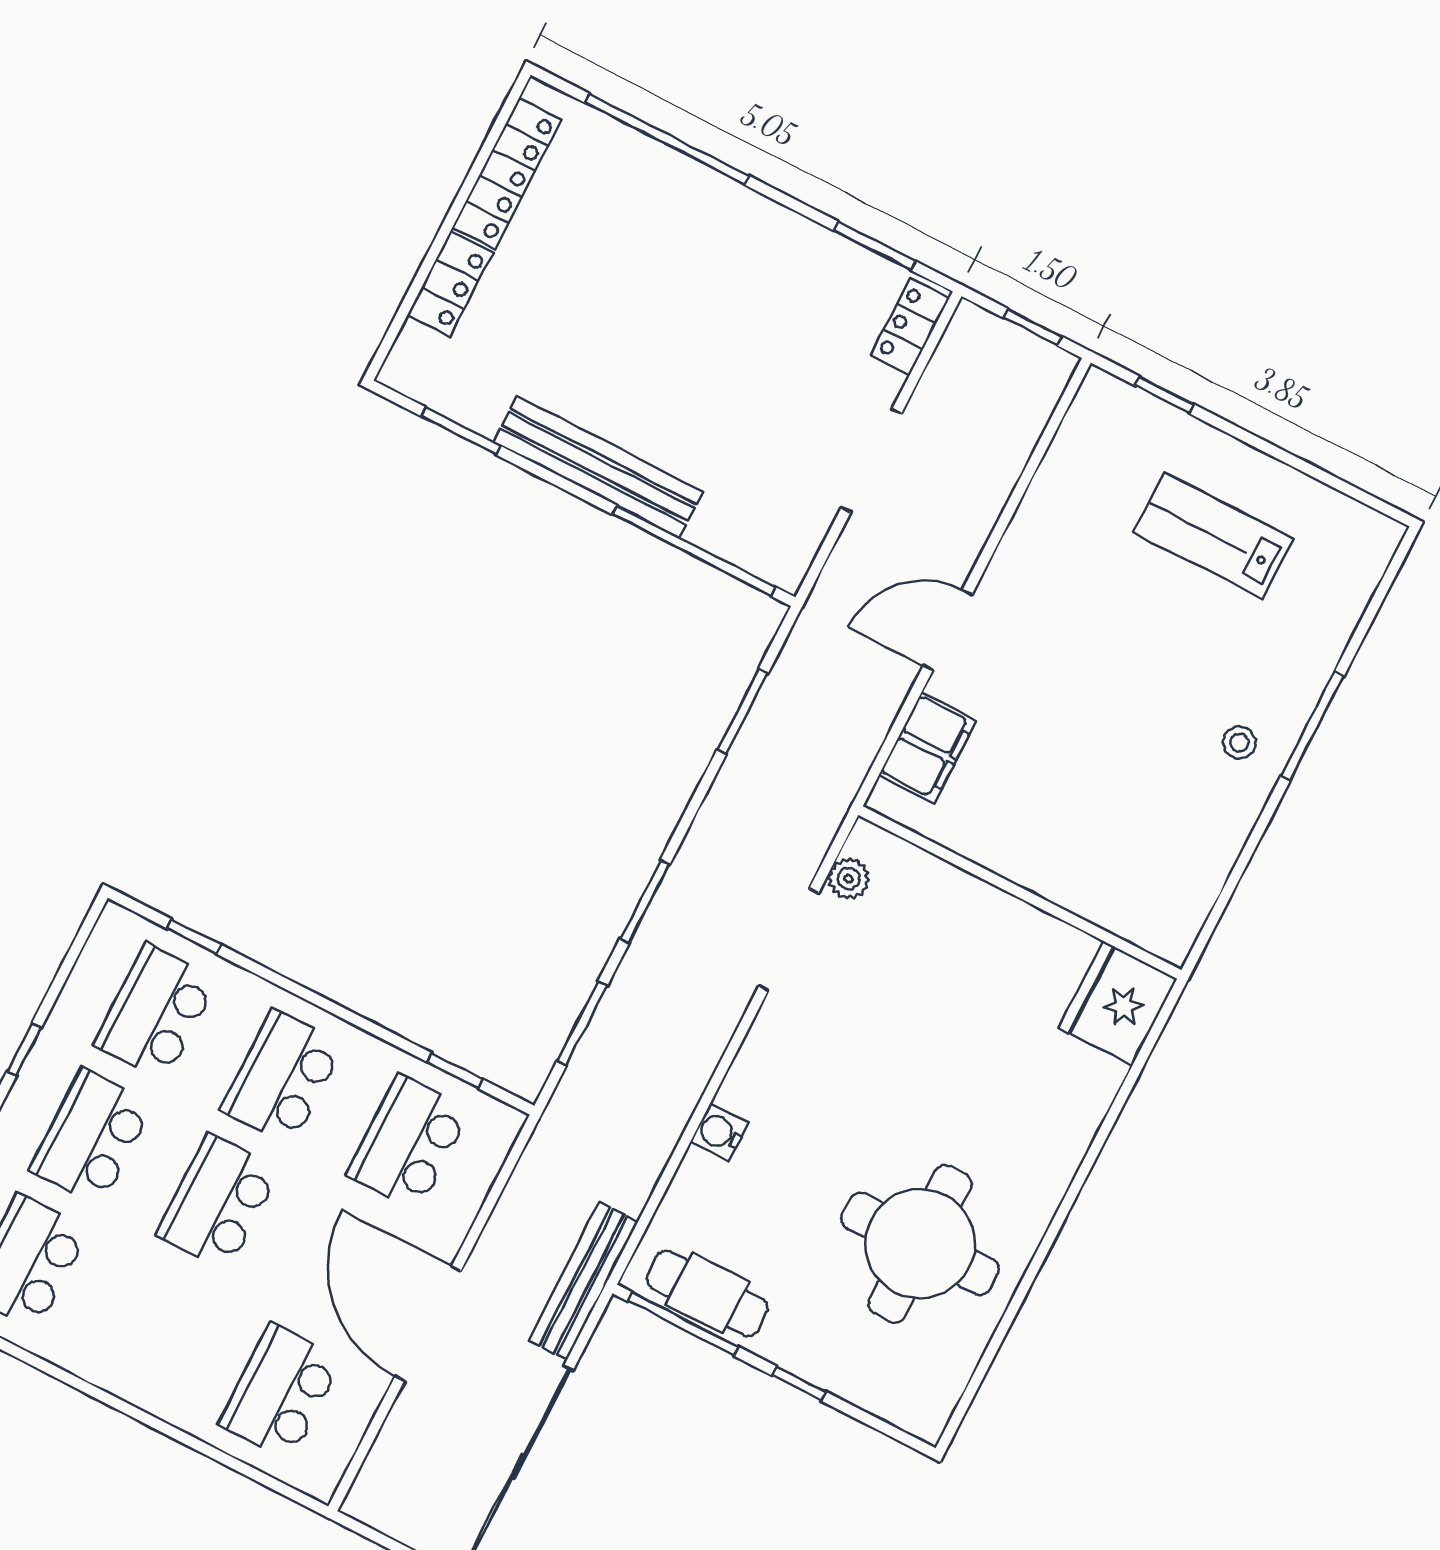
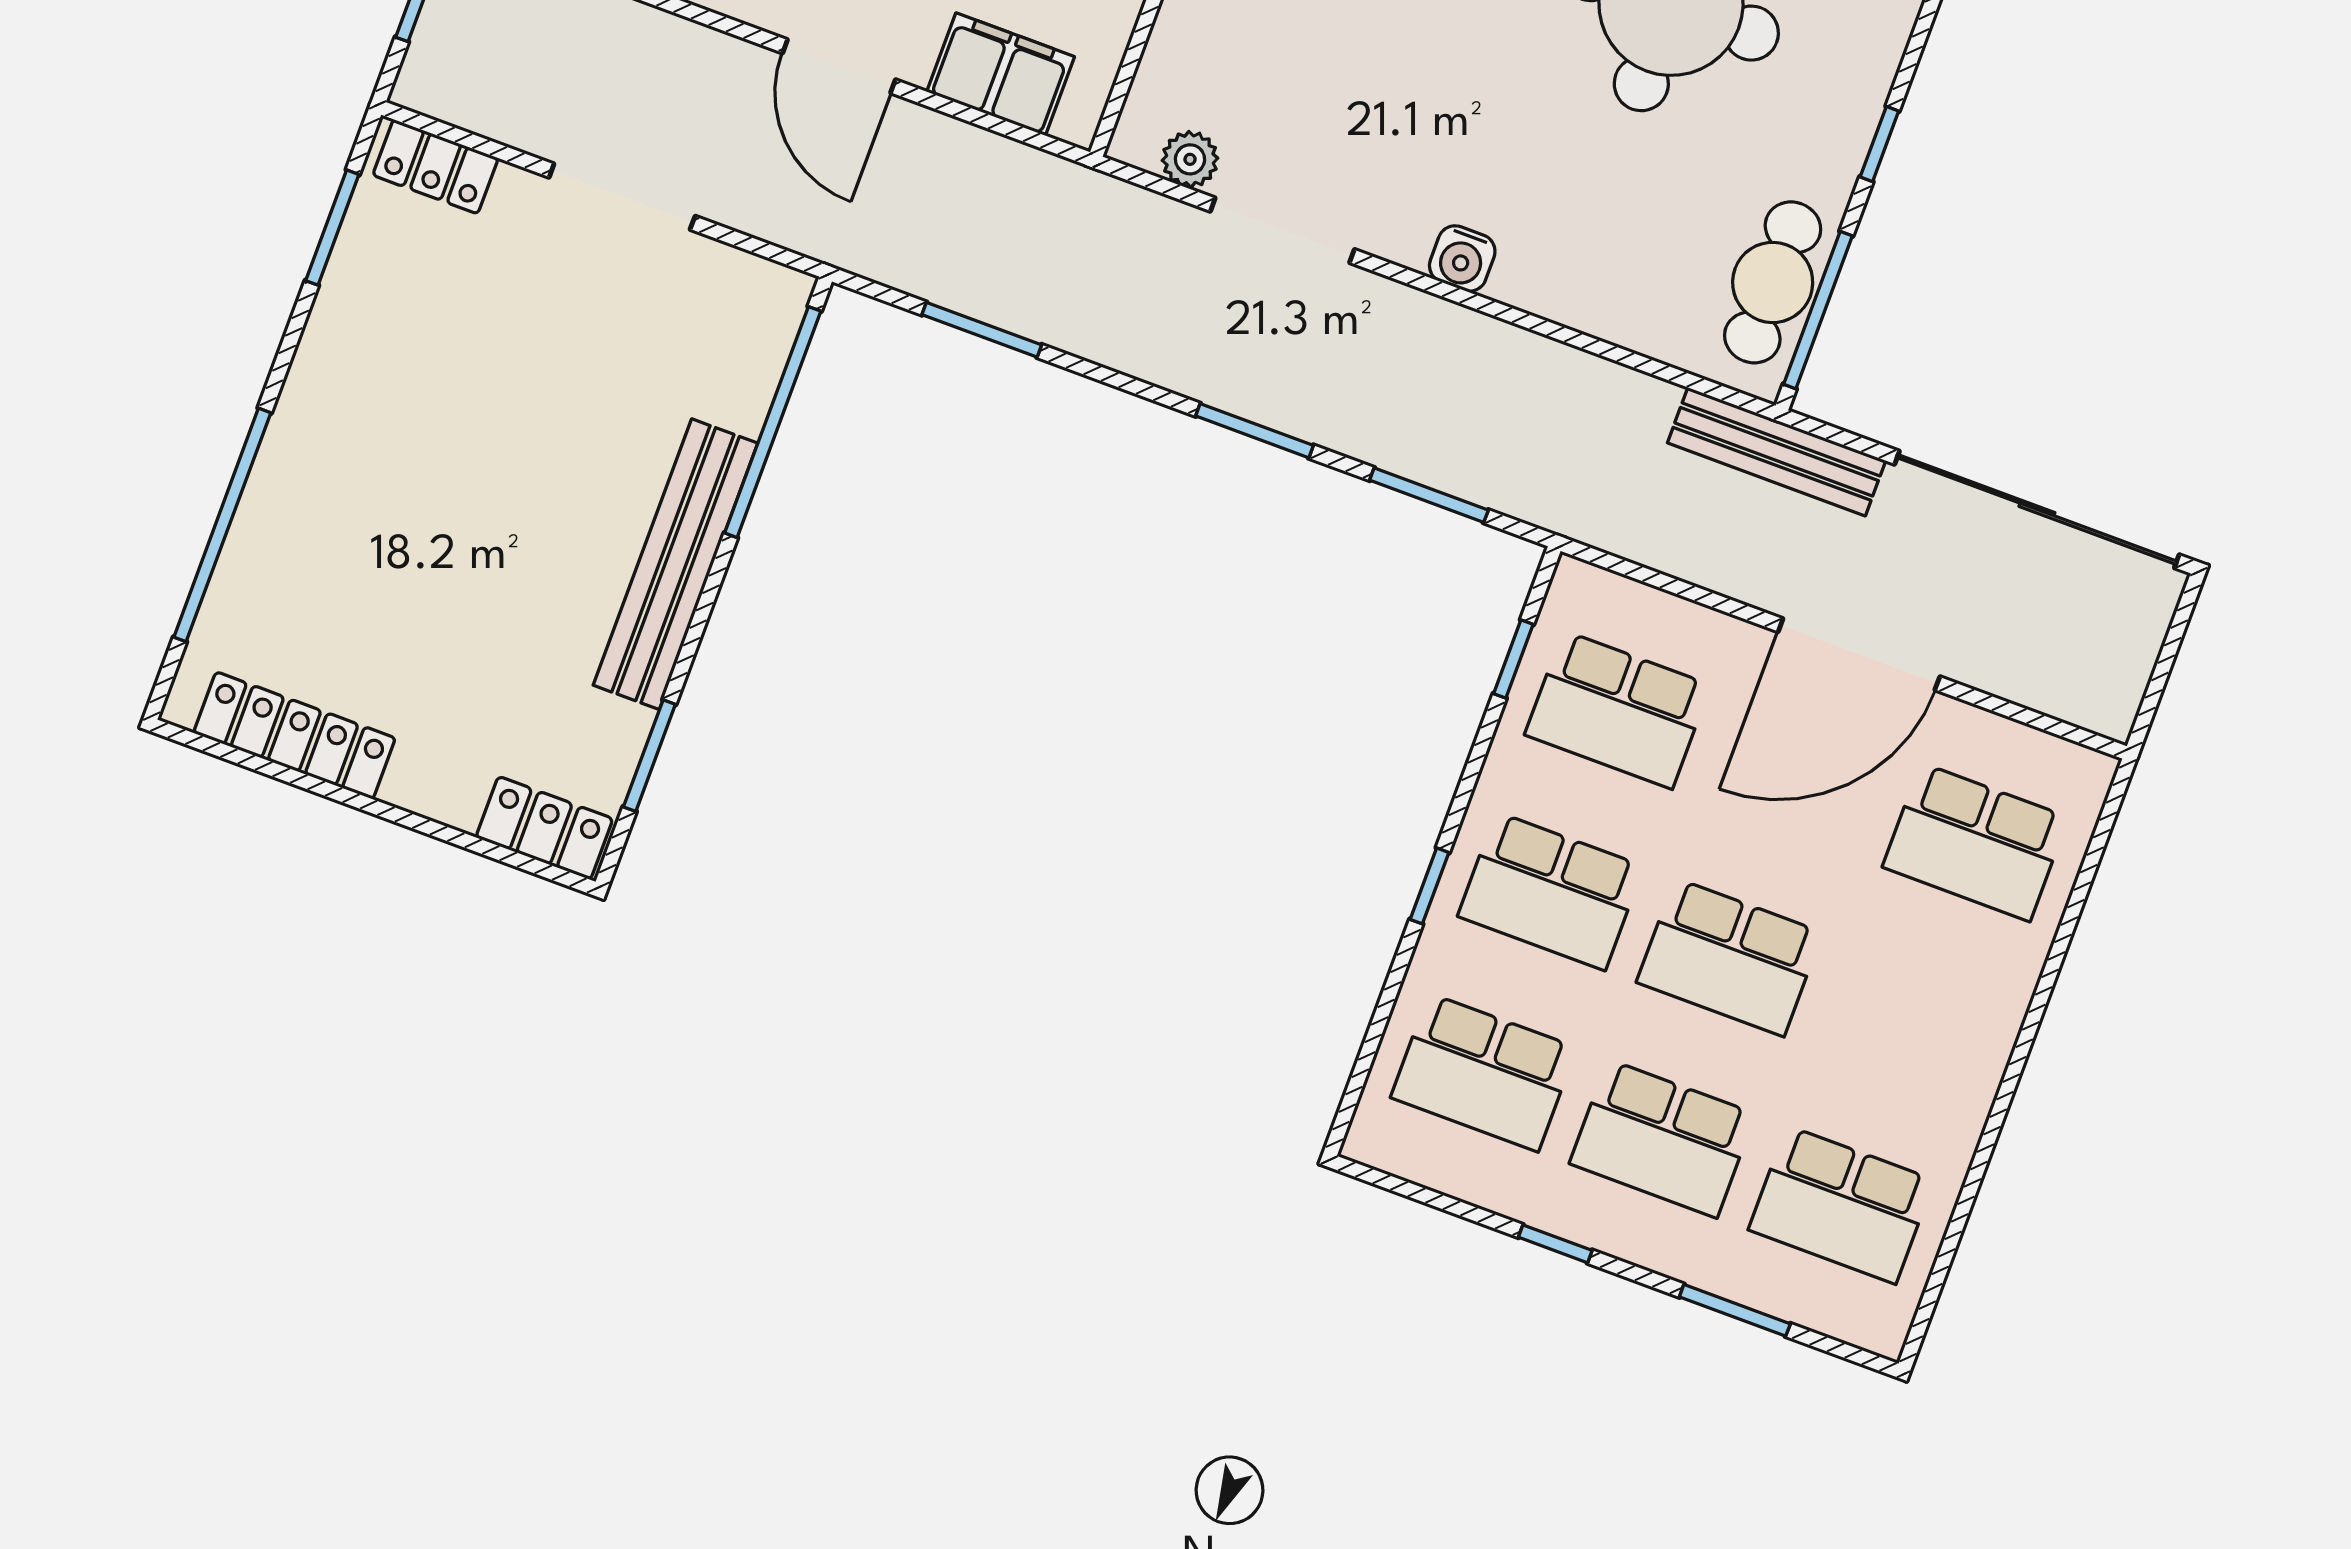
locker: (450, 284) -> (544, 828), moved
window: (194, 937) -> (1430, 886), moved
water cooler: (719, 1132) -> (1462, 259), moved

